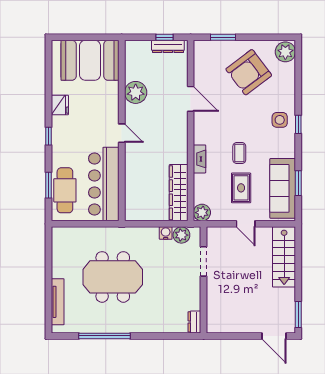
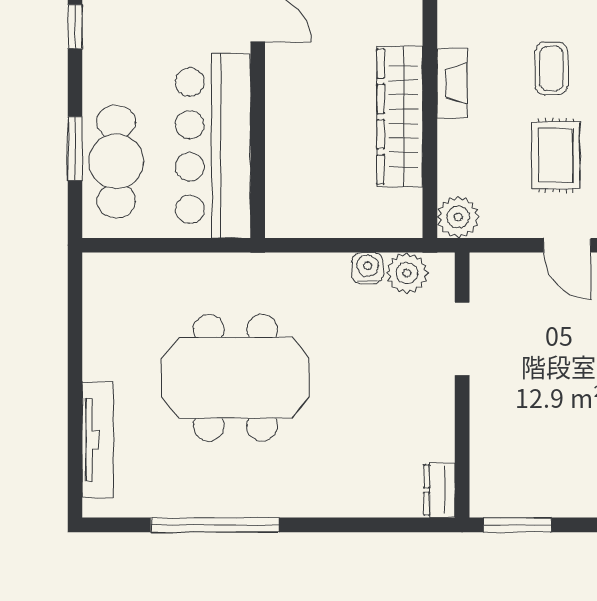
wardrobe: (179, 193) -> (400, 117), moved
window: (226, 336) -> (517, 525), added

